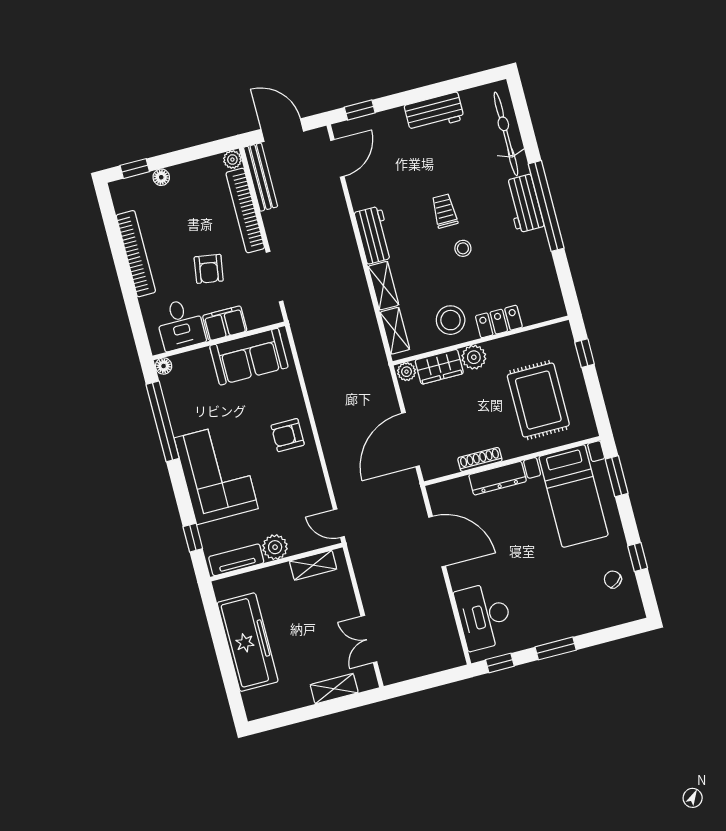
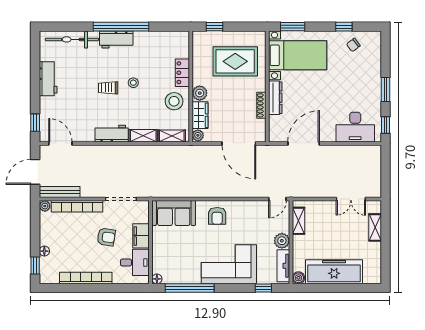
sofa: (249, 357) -> (174, 213), moved, turned 90
boiler: (223, 589) -> (298, 278), added

